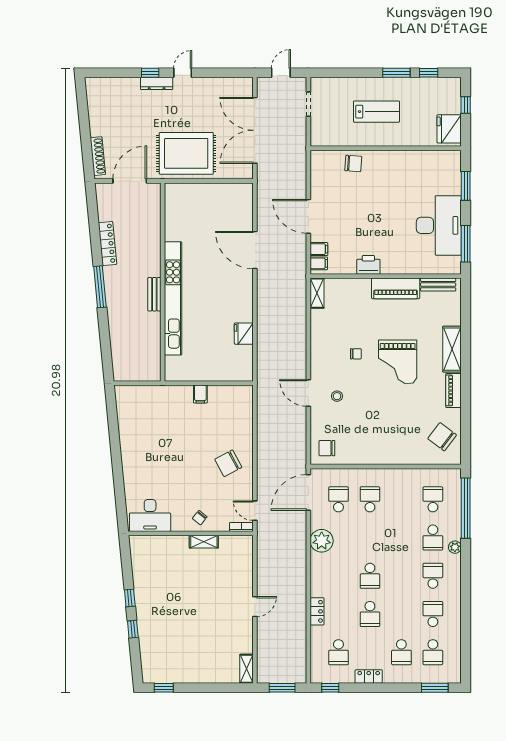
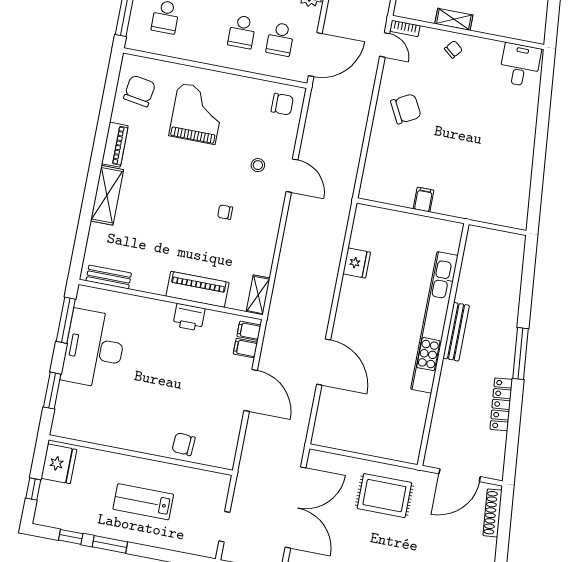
rug: (186, 153) -> (384, 496), width x0.73, depth x0.69
piano: (396, 288) -> (197, 289), moved
bench: (154, 294) -> (456, 332), width x1.36
grand piano: (398, 362) -> (197, 114), moved
chair: (442, 437) -> (140, 91), turned -118
desk: (150, 515) -> (520, 65), width x0.73

